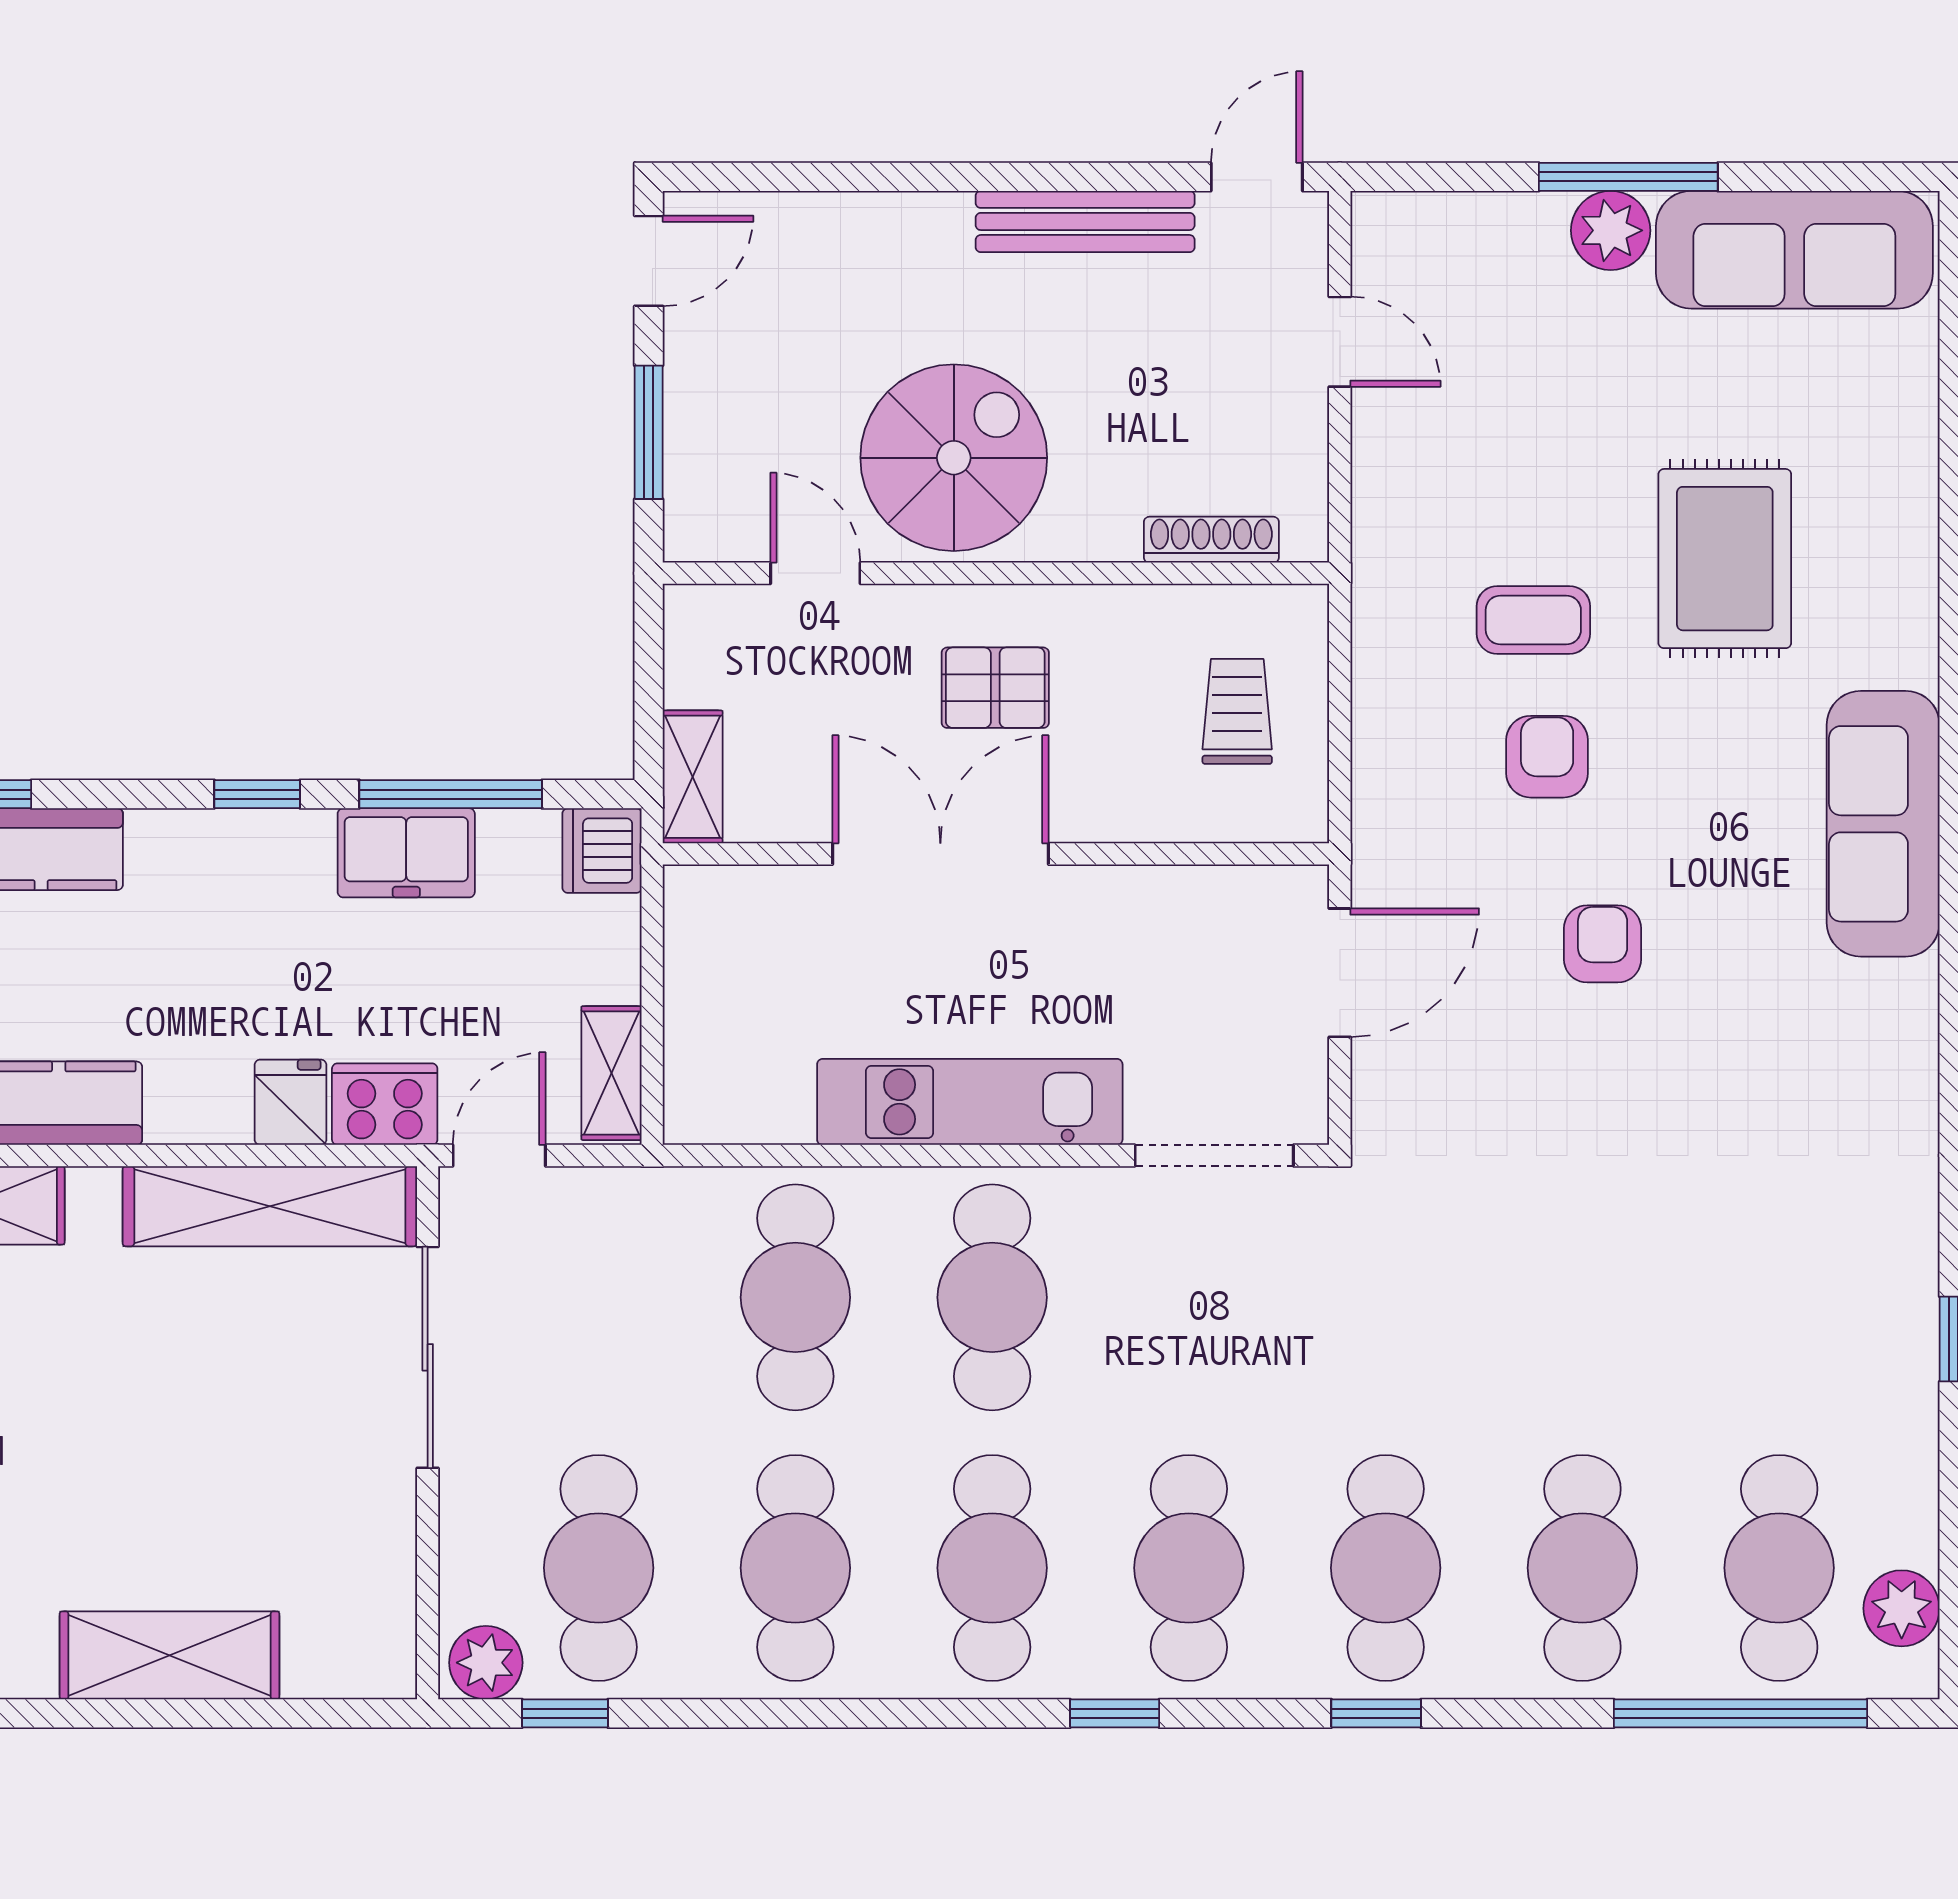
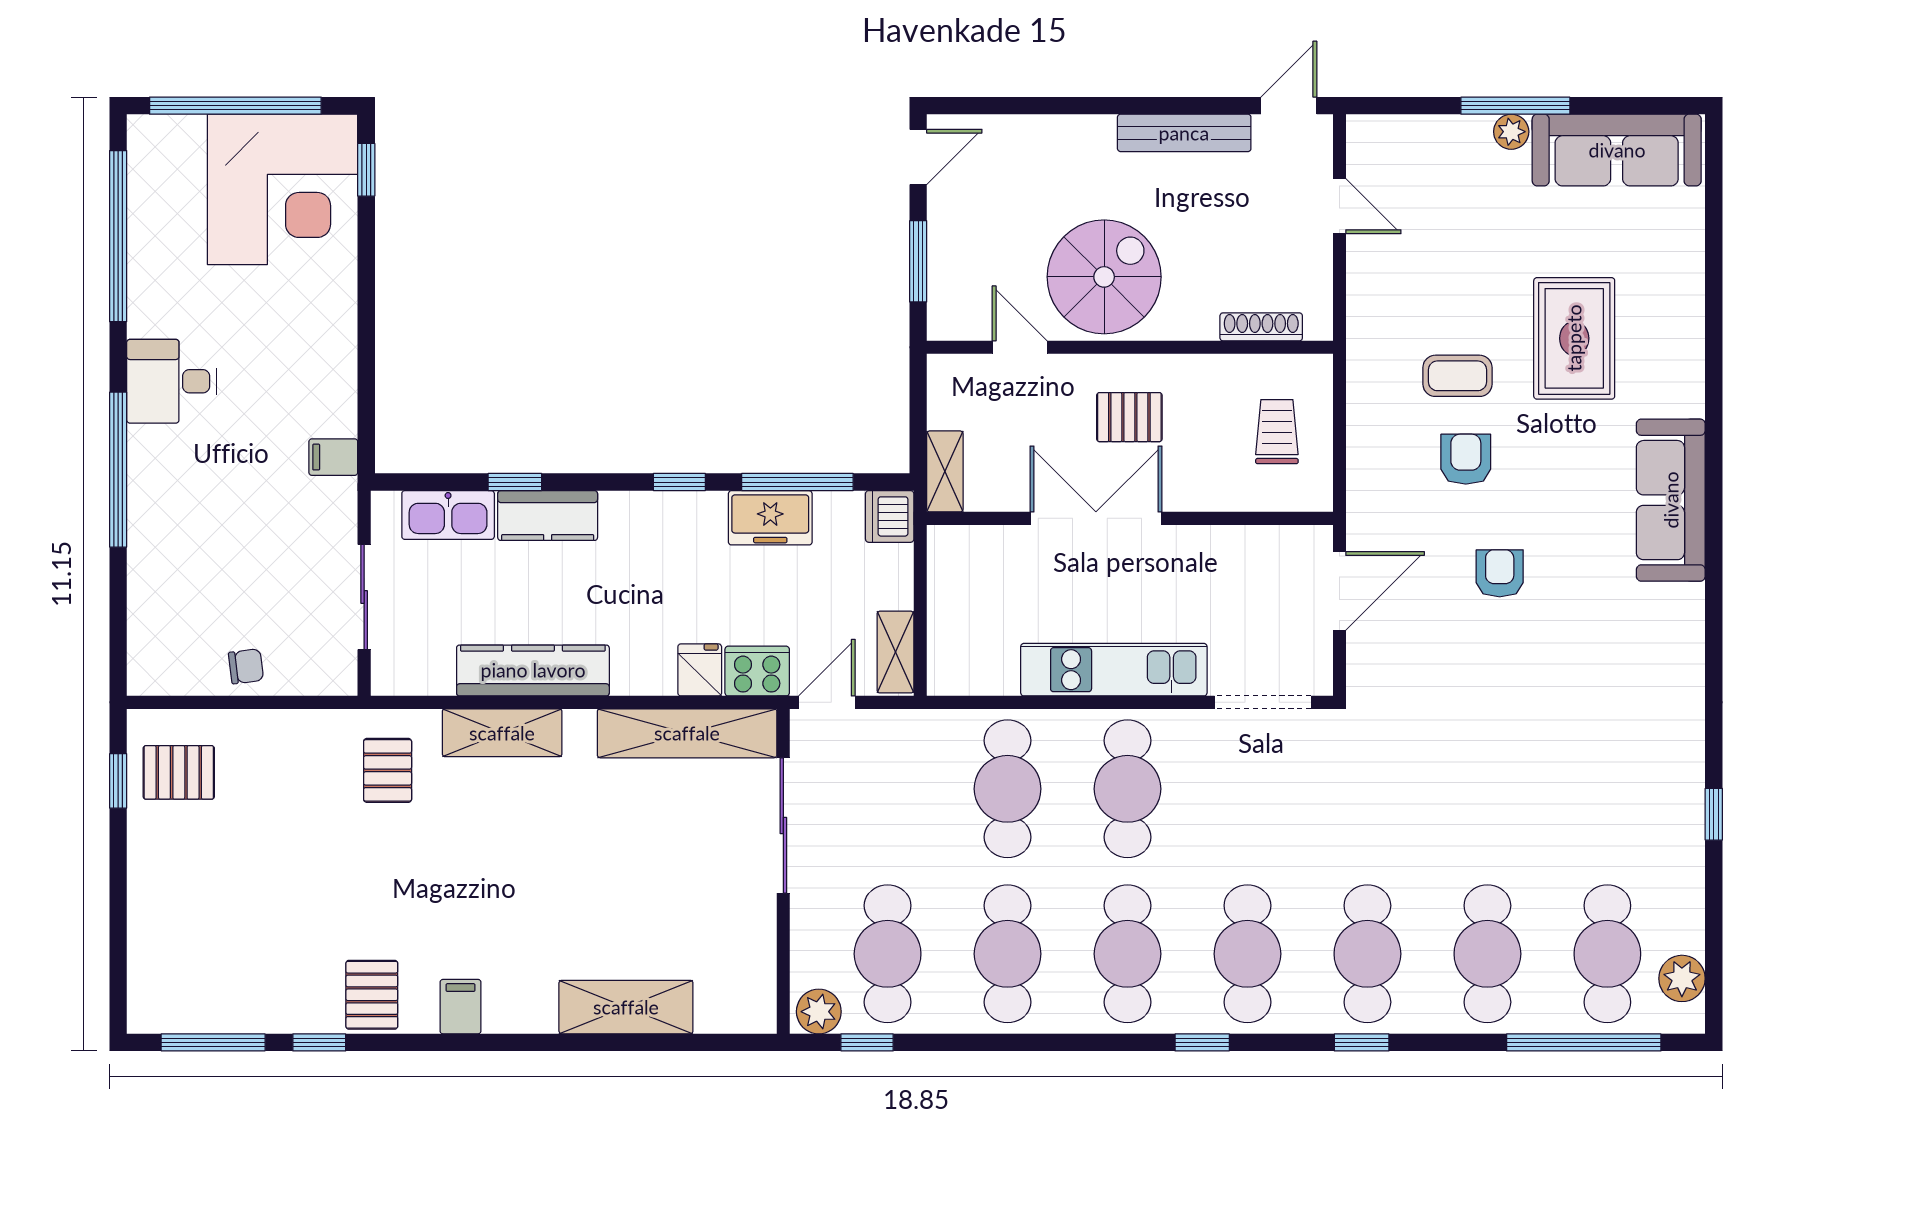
plant: (1611, 230) -> (1511, 132), width x0.73, depth x0.73

